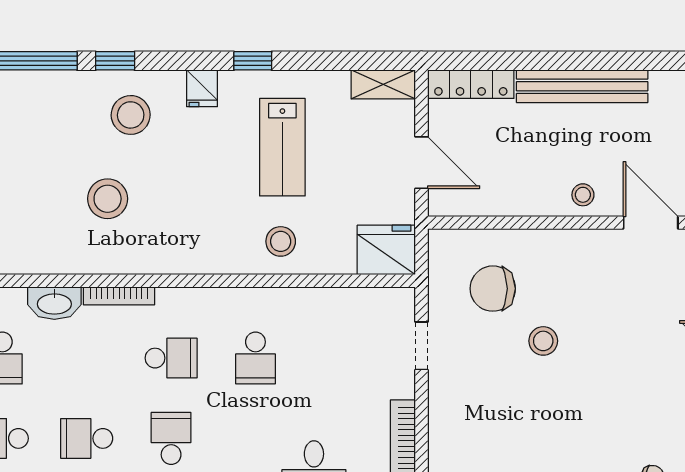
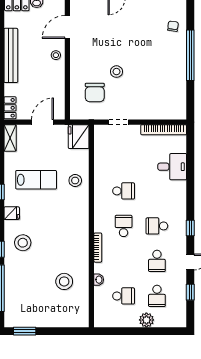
locker: (471, 84) -> (10, 108), width x0.66
stool: (108, 199) -> (64, 281), moved
washbasin: (54, 303) -> (99, 280), width x0.52, depth x0.69

